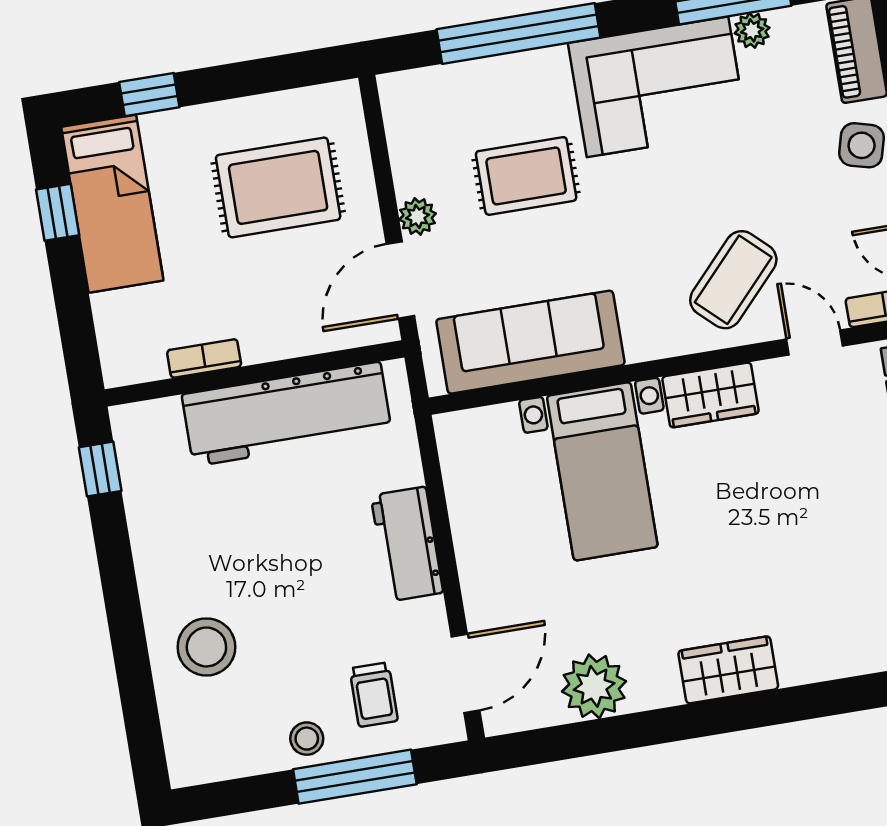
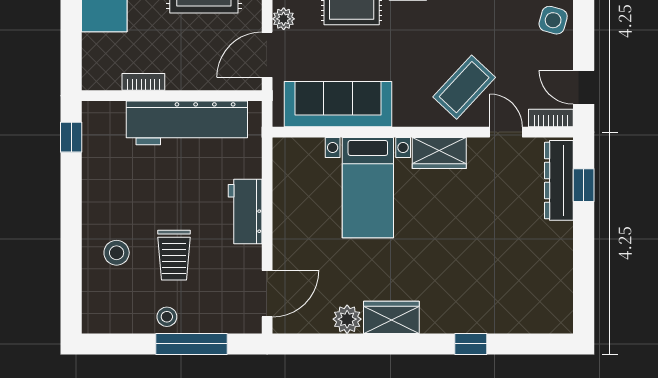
stool: (206, 647) -> (117, 253), width x0.73, depth x0.73
wardrobe: (728, 670) -> (391, 317), moved
plant: (594, 686) -> (347, 319), width x0.73, depth x0.73
trolley: (374, 695) -> (174, 255), moved, width x1.36, depth x1.39
window: (814, 701) -> (471, 344), added

